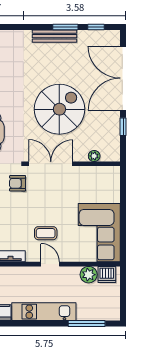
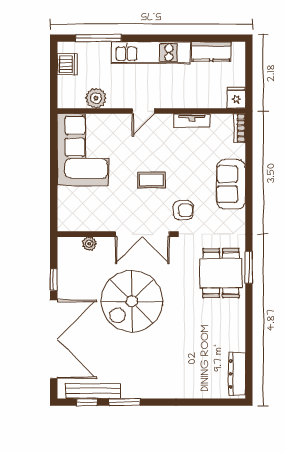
bench: (54, 36) -> (93, 391), moved
coffee table: (46, 233) -> (151, 180), moved
door: (50, 264) -> (143, 111), hinge flipped
dishwasher: (107, 274) -> (67, 64), moved, turned 90

